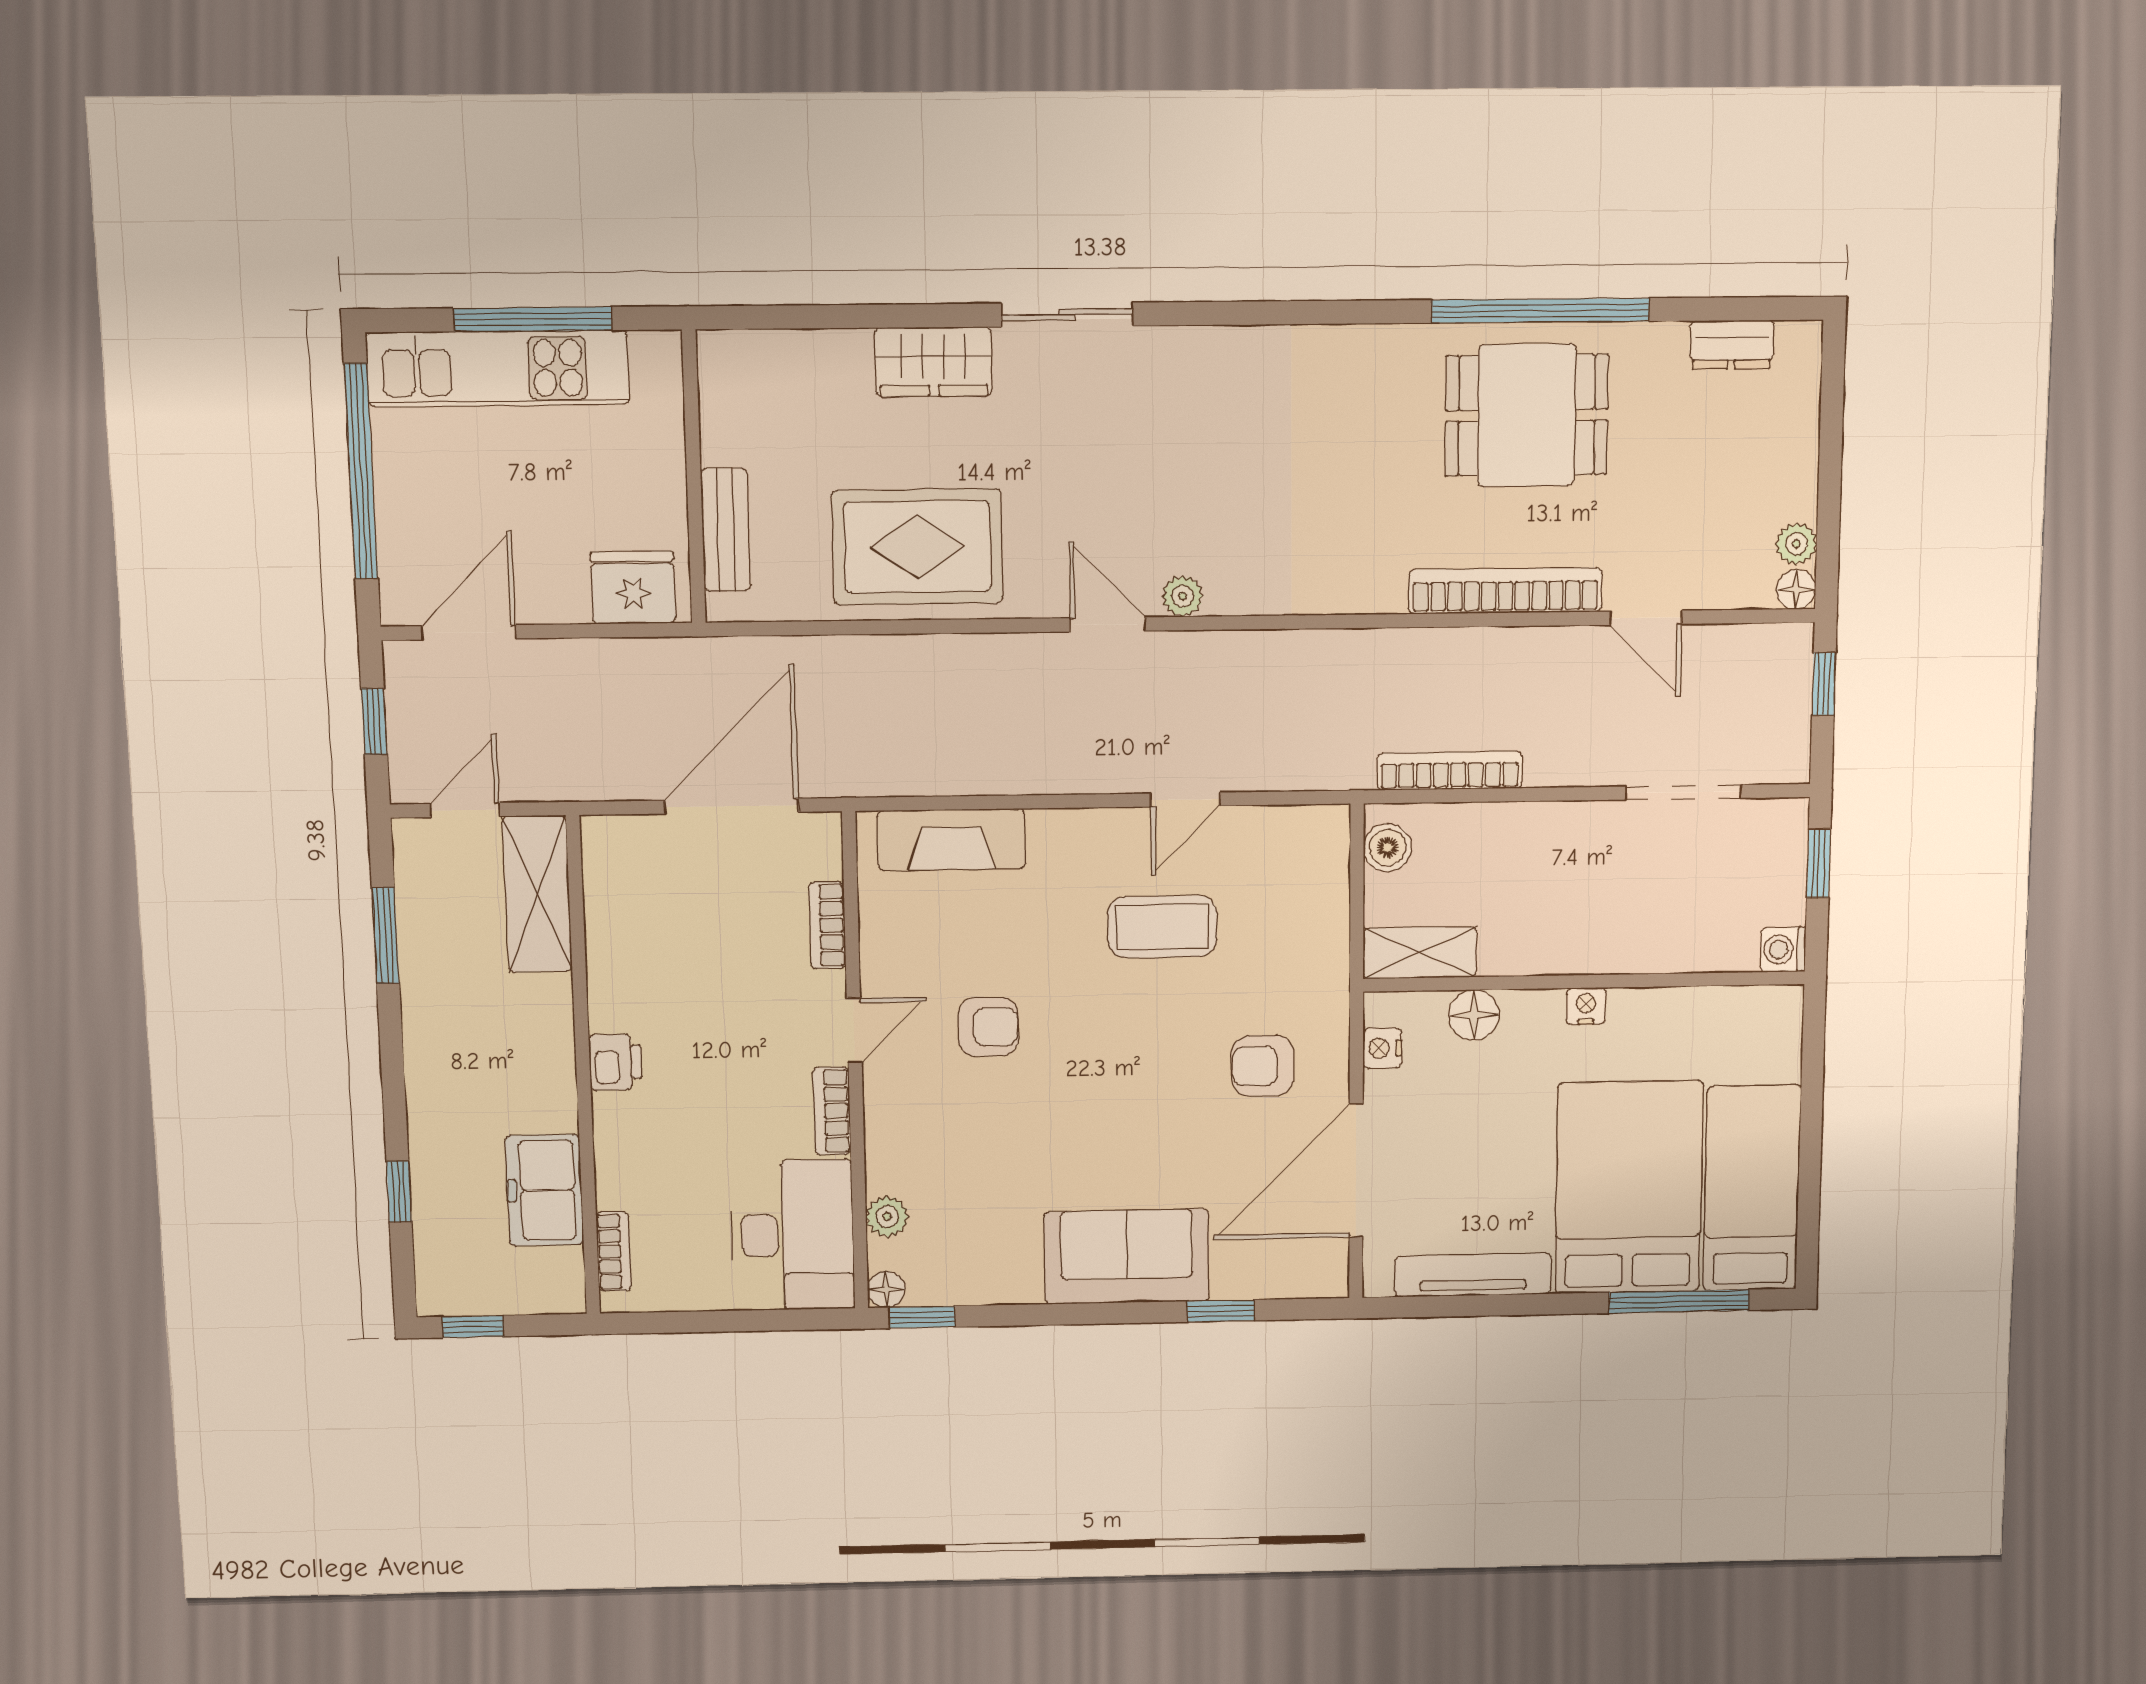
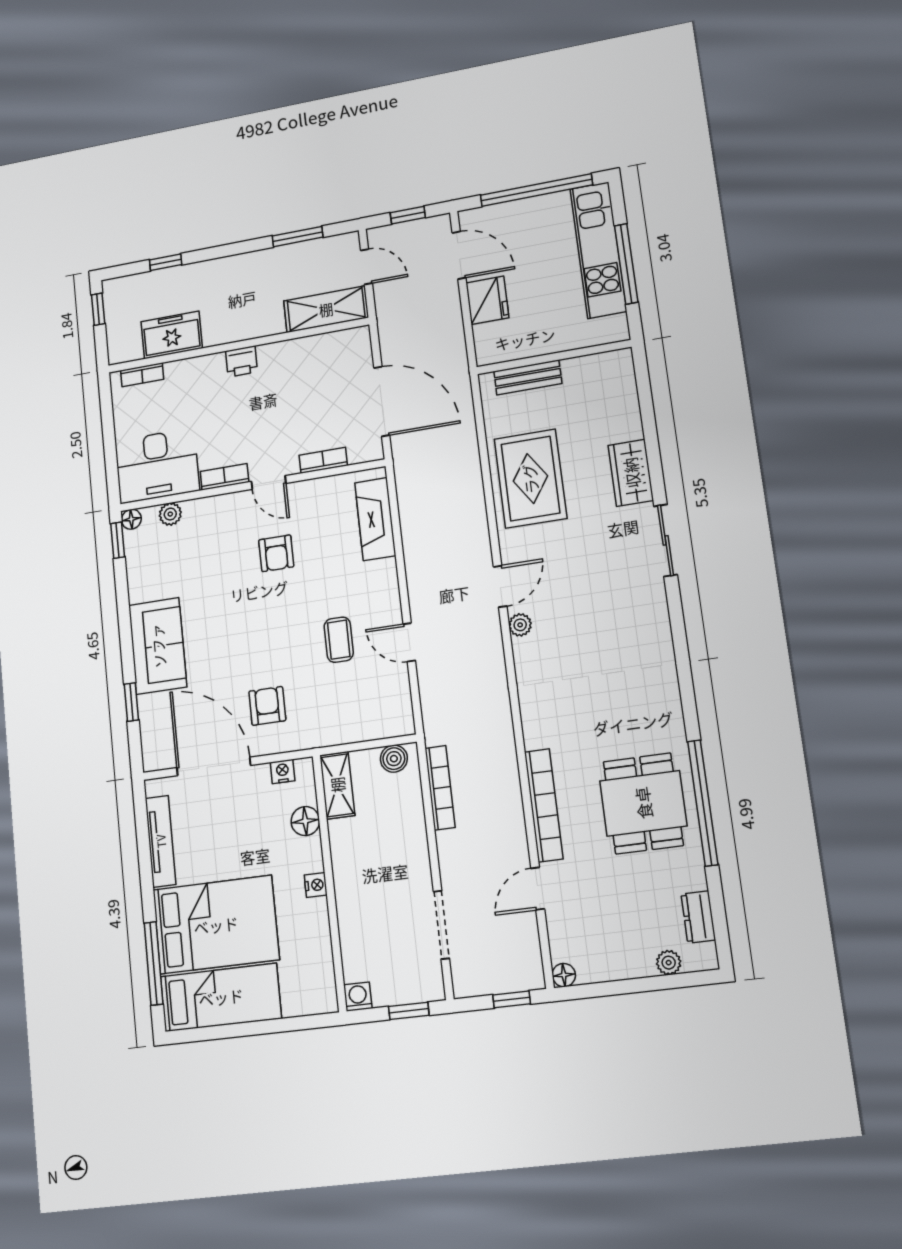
plant: (1796, 544) -> (669, 963), moved
fridge: (633, 588) -> (487, 300), moved
coffee table: (1162, 927) -> (339, 640), width x0.73, depth x0.77

